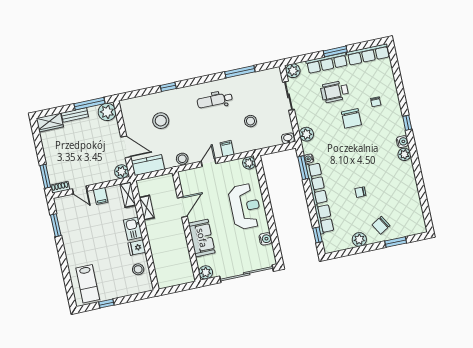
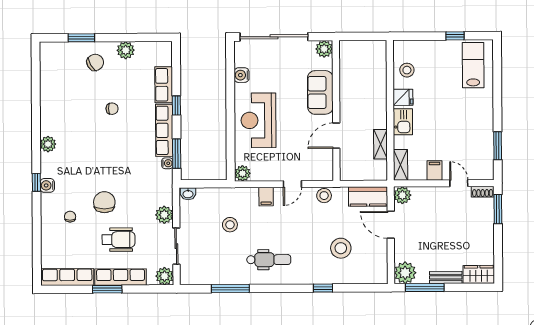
plant: (306, 134) -> (164, 215), moved
water cooler: (402, 142) -> (47, 185), moved
window: (317, 235) -> (176, 105), moved

